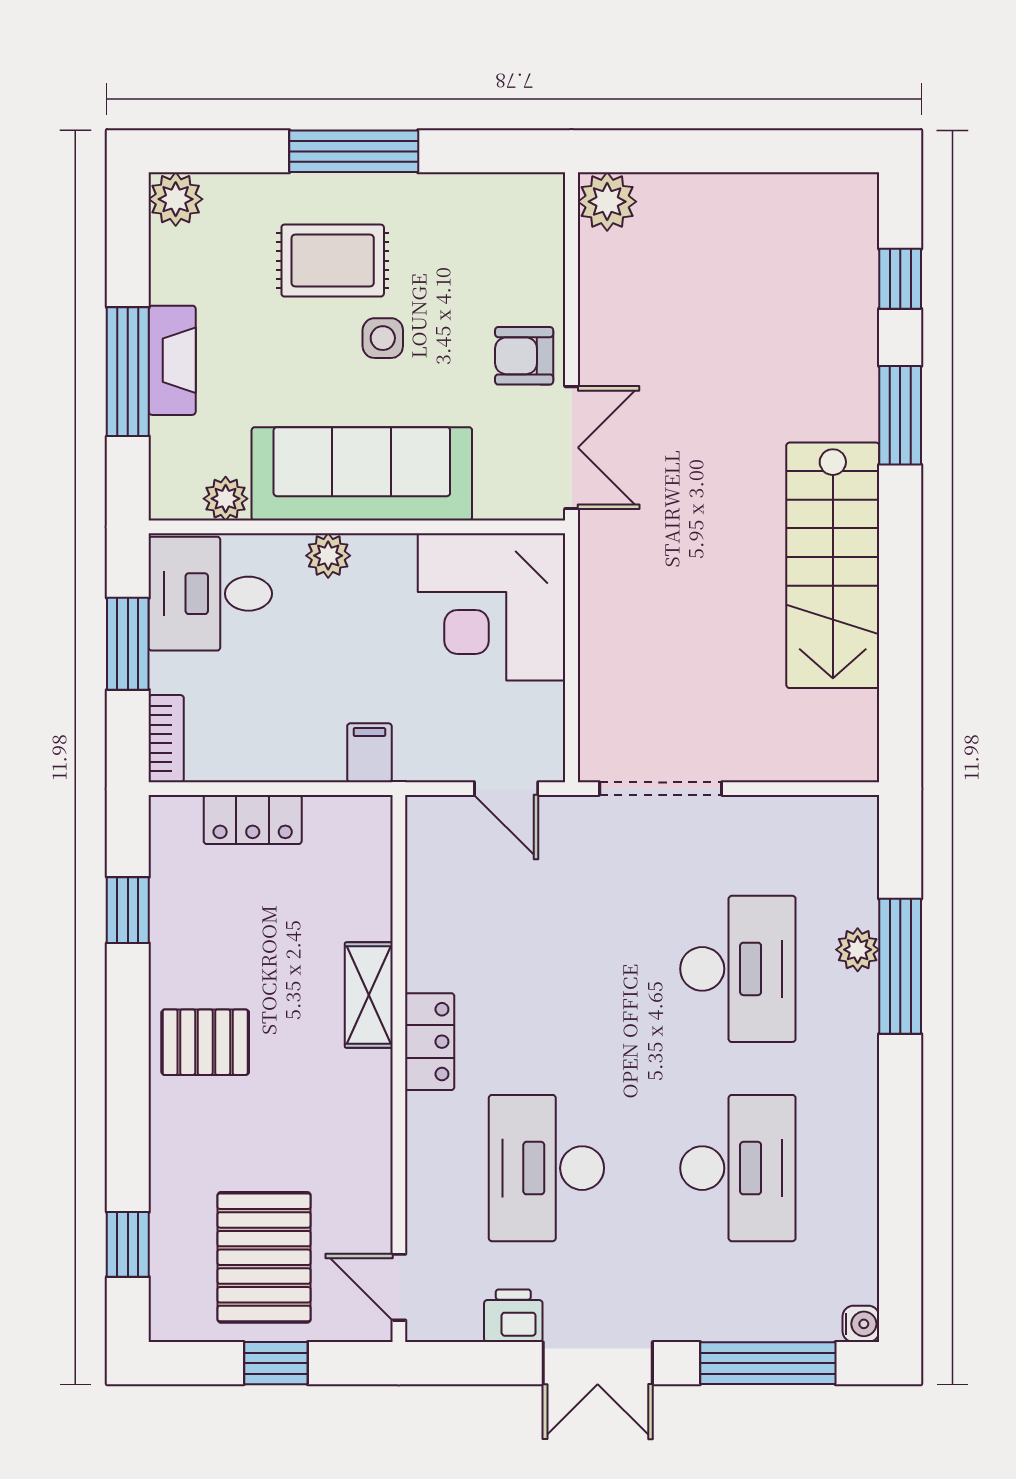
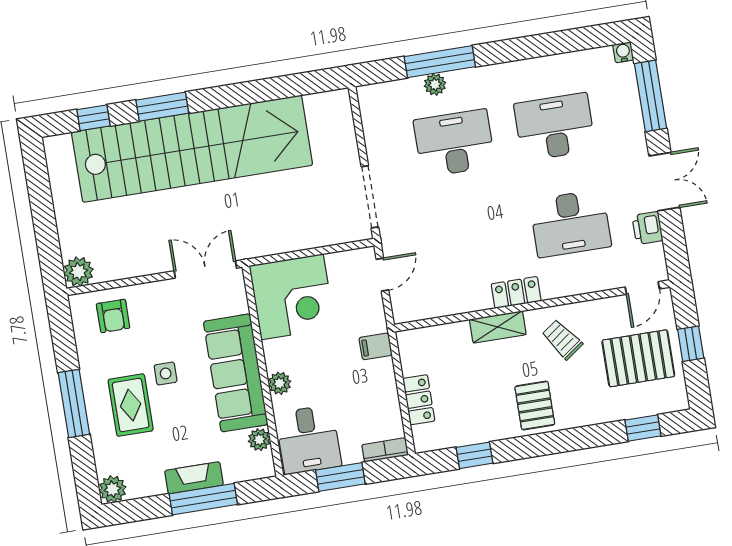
armchair: (524, 356) -> (113, 316), moved
stairs: (833, 565) -> (192, 149), width x1.86, depth x1.51
trolley: (324, 1116) -> (562, 340), added

